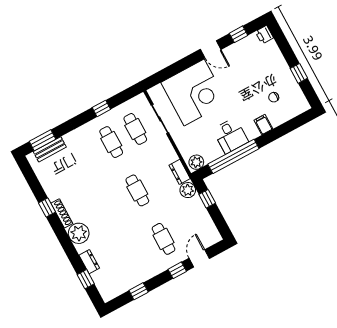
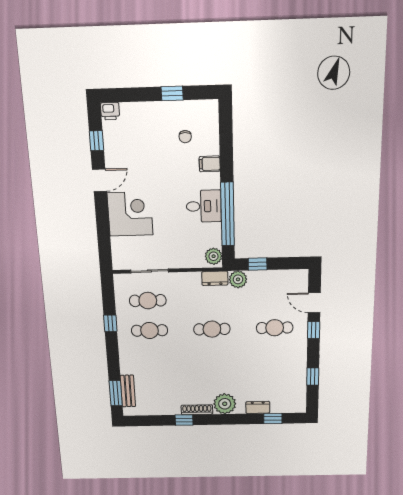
corner desk: (194, 92) -> (130, 214), width x0.74, depth x0.74

